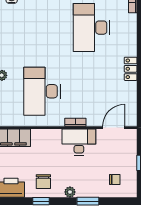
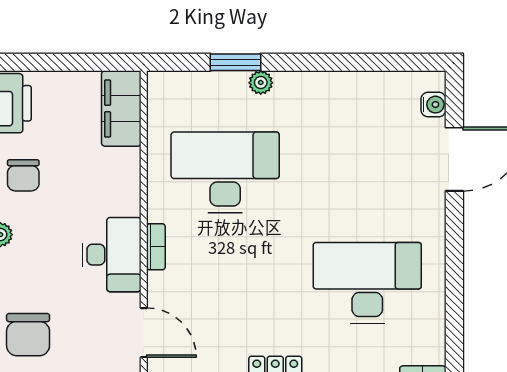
chair: (115, 180) -> (28, 335), width x1.87, depth x1.87
chair: (43, 182) -> (23, 175), turned -90

